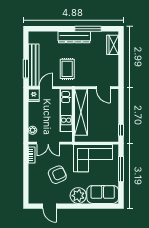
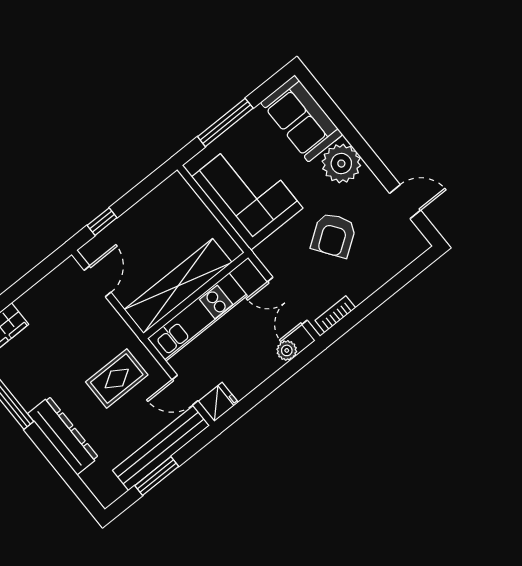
dresser: (74, 37) -> (63, 436), moved
window: (26, 69) -> (157, 476), moved
window: (121, 130) -> (102, 222), moved
double door: (48, 143) -> (287, 301), swing flipped
armchair: (57, 175) -> (334, 235), turned -101
door: (50, 206) -> (405, 202), hinge flipped

